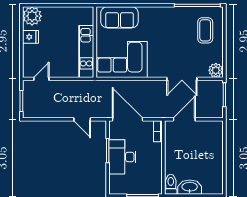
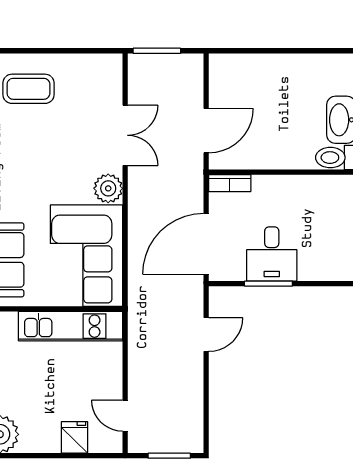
fridge: (30, 37) -> (74, 437), moved
plant: (216, 70) -> (108, 188), moved
door: (184, 119) -> (206, 131), swing flipped
desk: (122, 157) -> (272, 254), width x0.73

